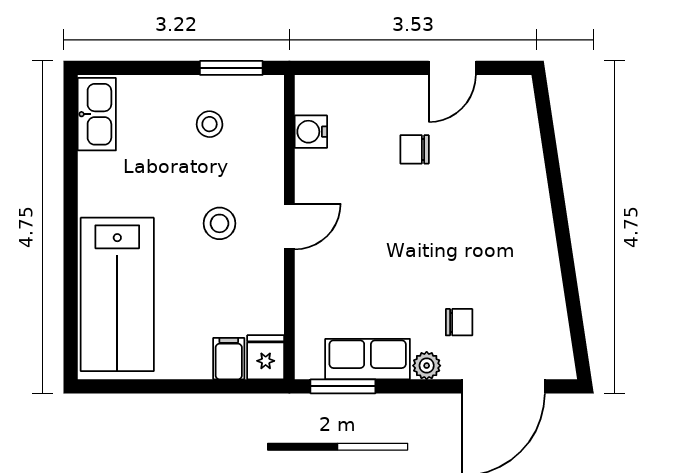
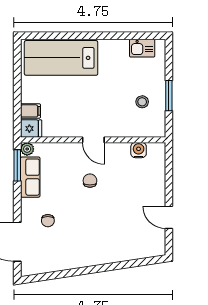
window: (231, 68) -> (169, 96), moved
kitchen sink: (97, 114) -> (142, 48), width x0.73
chair: (415, 149) -> (90, 181), moved
stool: (220, 223) -> (95, 107), removed
plant: (427, 366) -> (27, 149), moved

